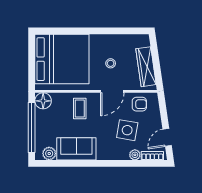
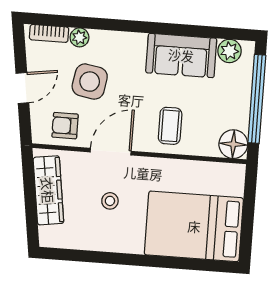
bed: (62, 59) -> (194, 226), width x0.73
door: (167, 137) -> (22, 88), moved

